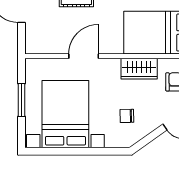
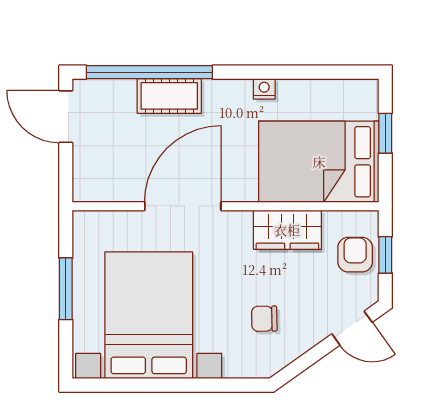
door: (84, 56) -> (183, 206), width x1.36

